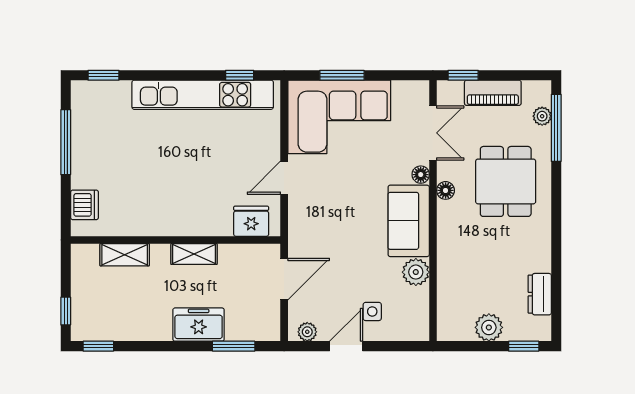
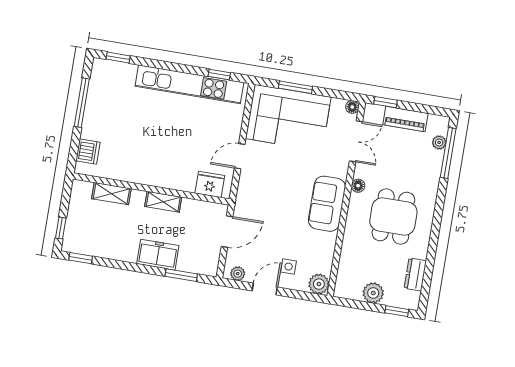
floor lamp: (421, 175) -> (352, 107), moved
dining table: (506, 181) -> (393, 217), moved
plant: (416, 272) -> (319, 284), moved

